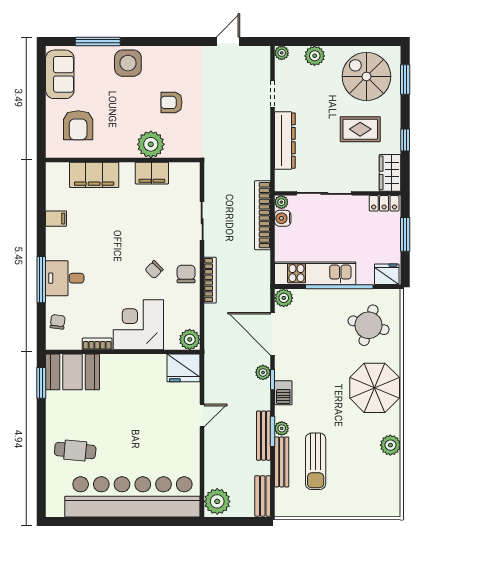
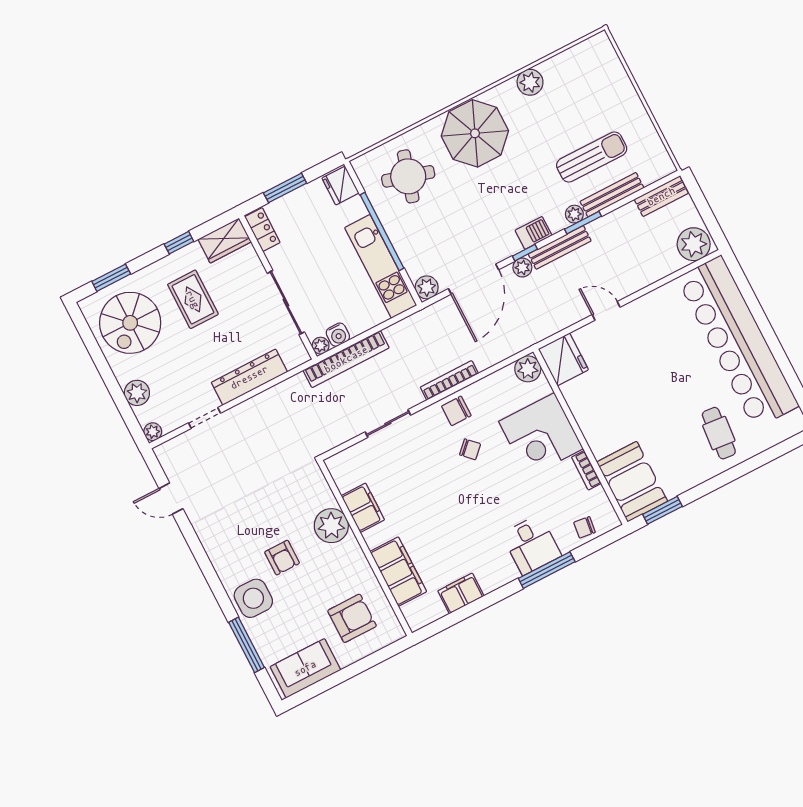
armchair: (171, 102) -> (282, 558), moved
filing cabinet: (56, 219) -> (461, 593), width x2.00
bench: (264, 436) -> (560, 247), moved

